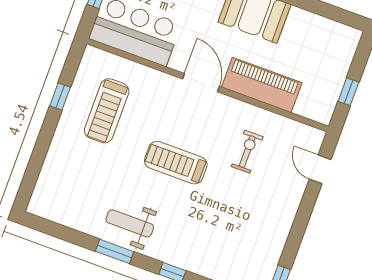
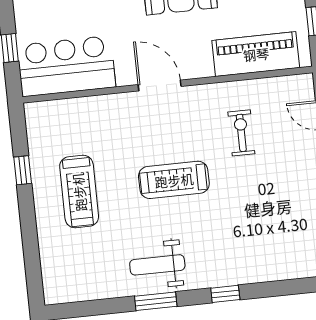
piano: (262, 85) -> (256, 54), moved
treadmill: (107, 111) -> (79, 192), moved

